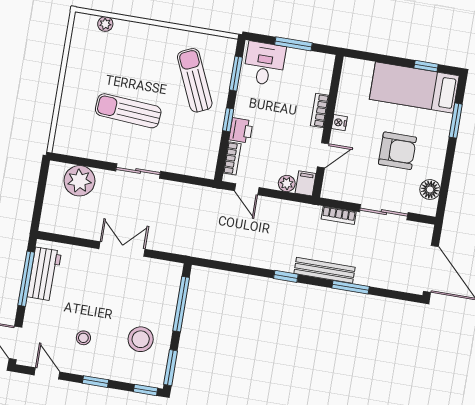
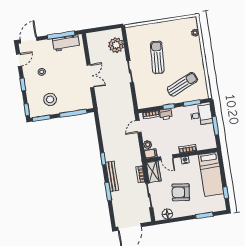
bed: (414, 87) -> (211, 174), moved, turned 180
armchair: (397, 151) -> (181, 192), turned 97
wardrobe: (342, 189) -> (154, 172), added

